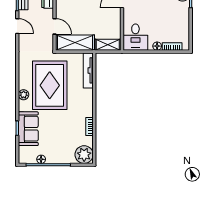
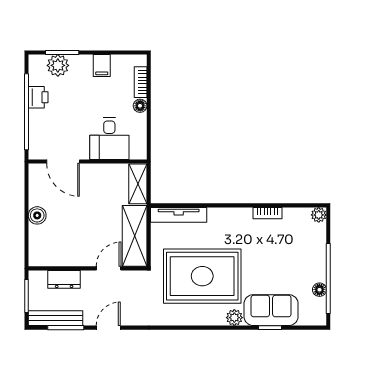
filing cabinet: (182, 22) -> (102, 66), added
desk: (135, 37) -> (109, 139), moved, turned 90
plant: (24, 95) -> (234, 318), moved
plant: (84, 155) -> (319, 215), width x0.53, depth x0.53

